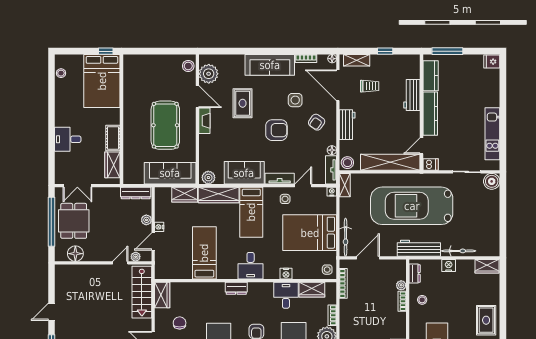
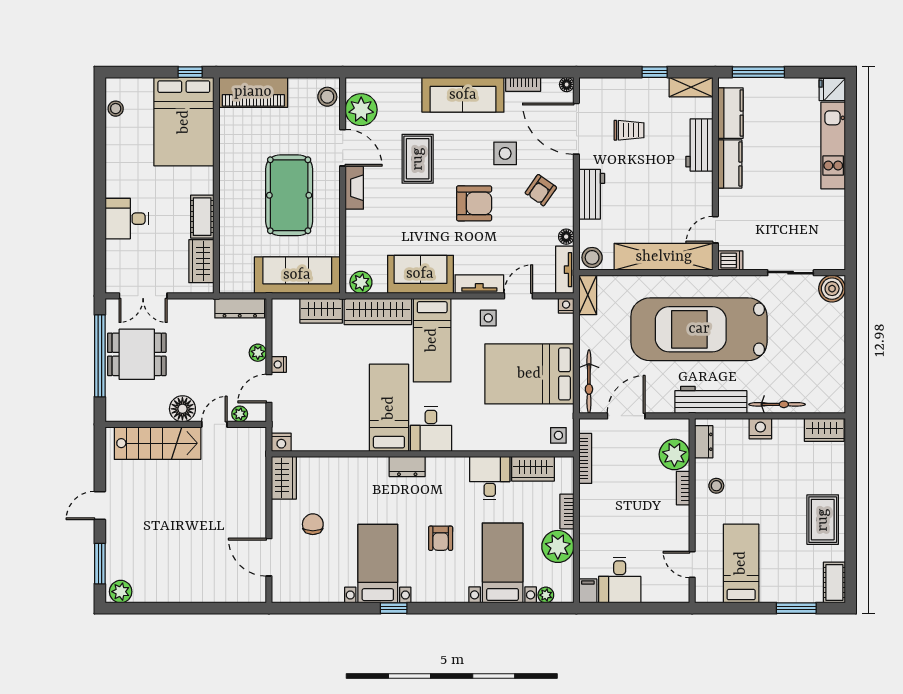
shelving: (357, 60) -> (691, 87), moved
piano: (144, 63) -> (253, 92), added
kitchen counter: (430, 114) -> (730, 164), width x0.67
kitchen unit: (492, 134) -> (833, 146), moved
dining table: (74, 221) -> (137, 354), turned 90
bed: (204, 253) -> (389, 408), moved
floor lamp: (75, 254) -> (182, 409), moved
nightstand: (286, 274) -> (281, 442), moved
plant: (401, 285) -> (674, 454), width x1.88, depth x1.88
stairs: (142, 292) -> (158, 443), moved, turned -90

